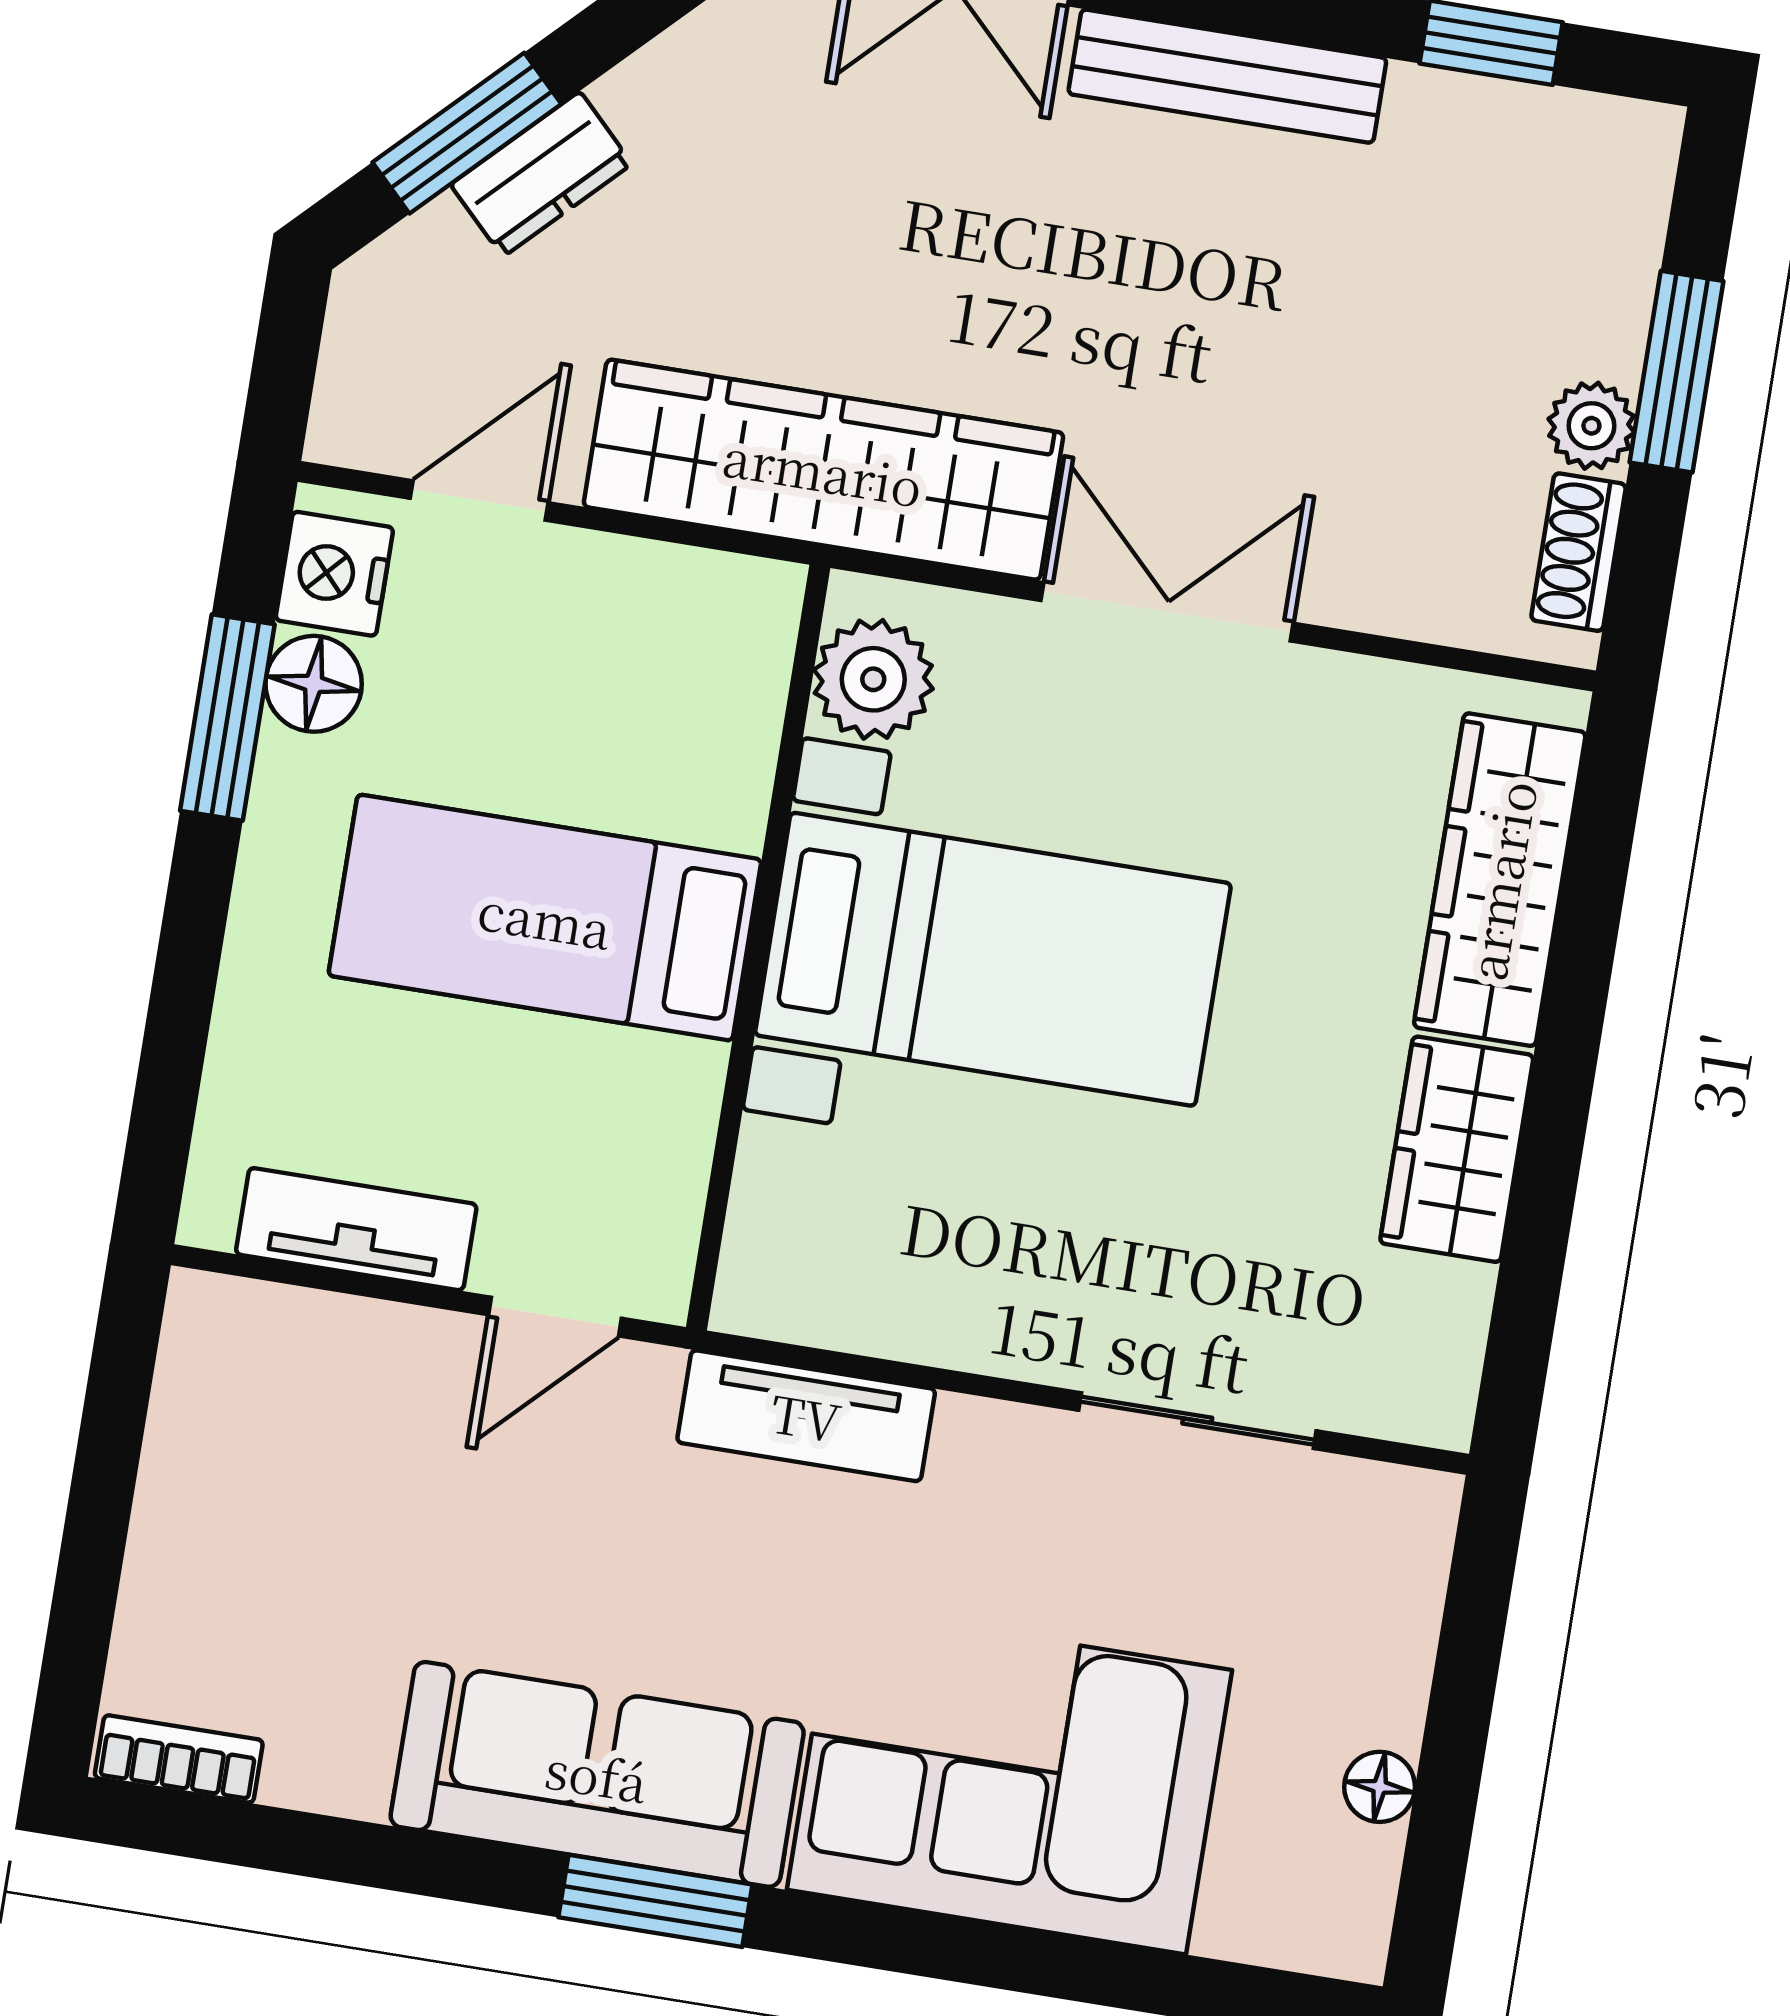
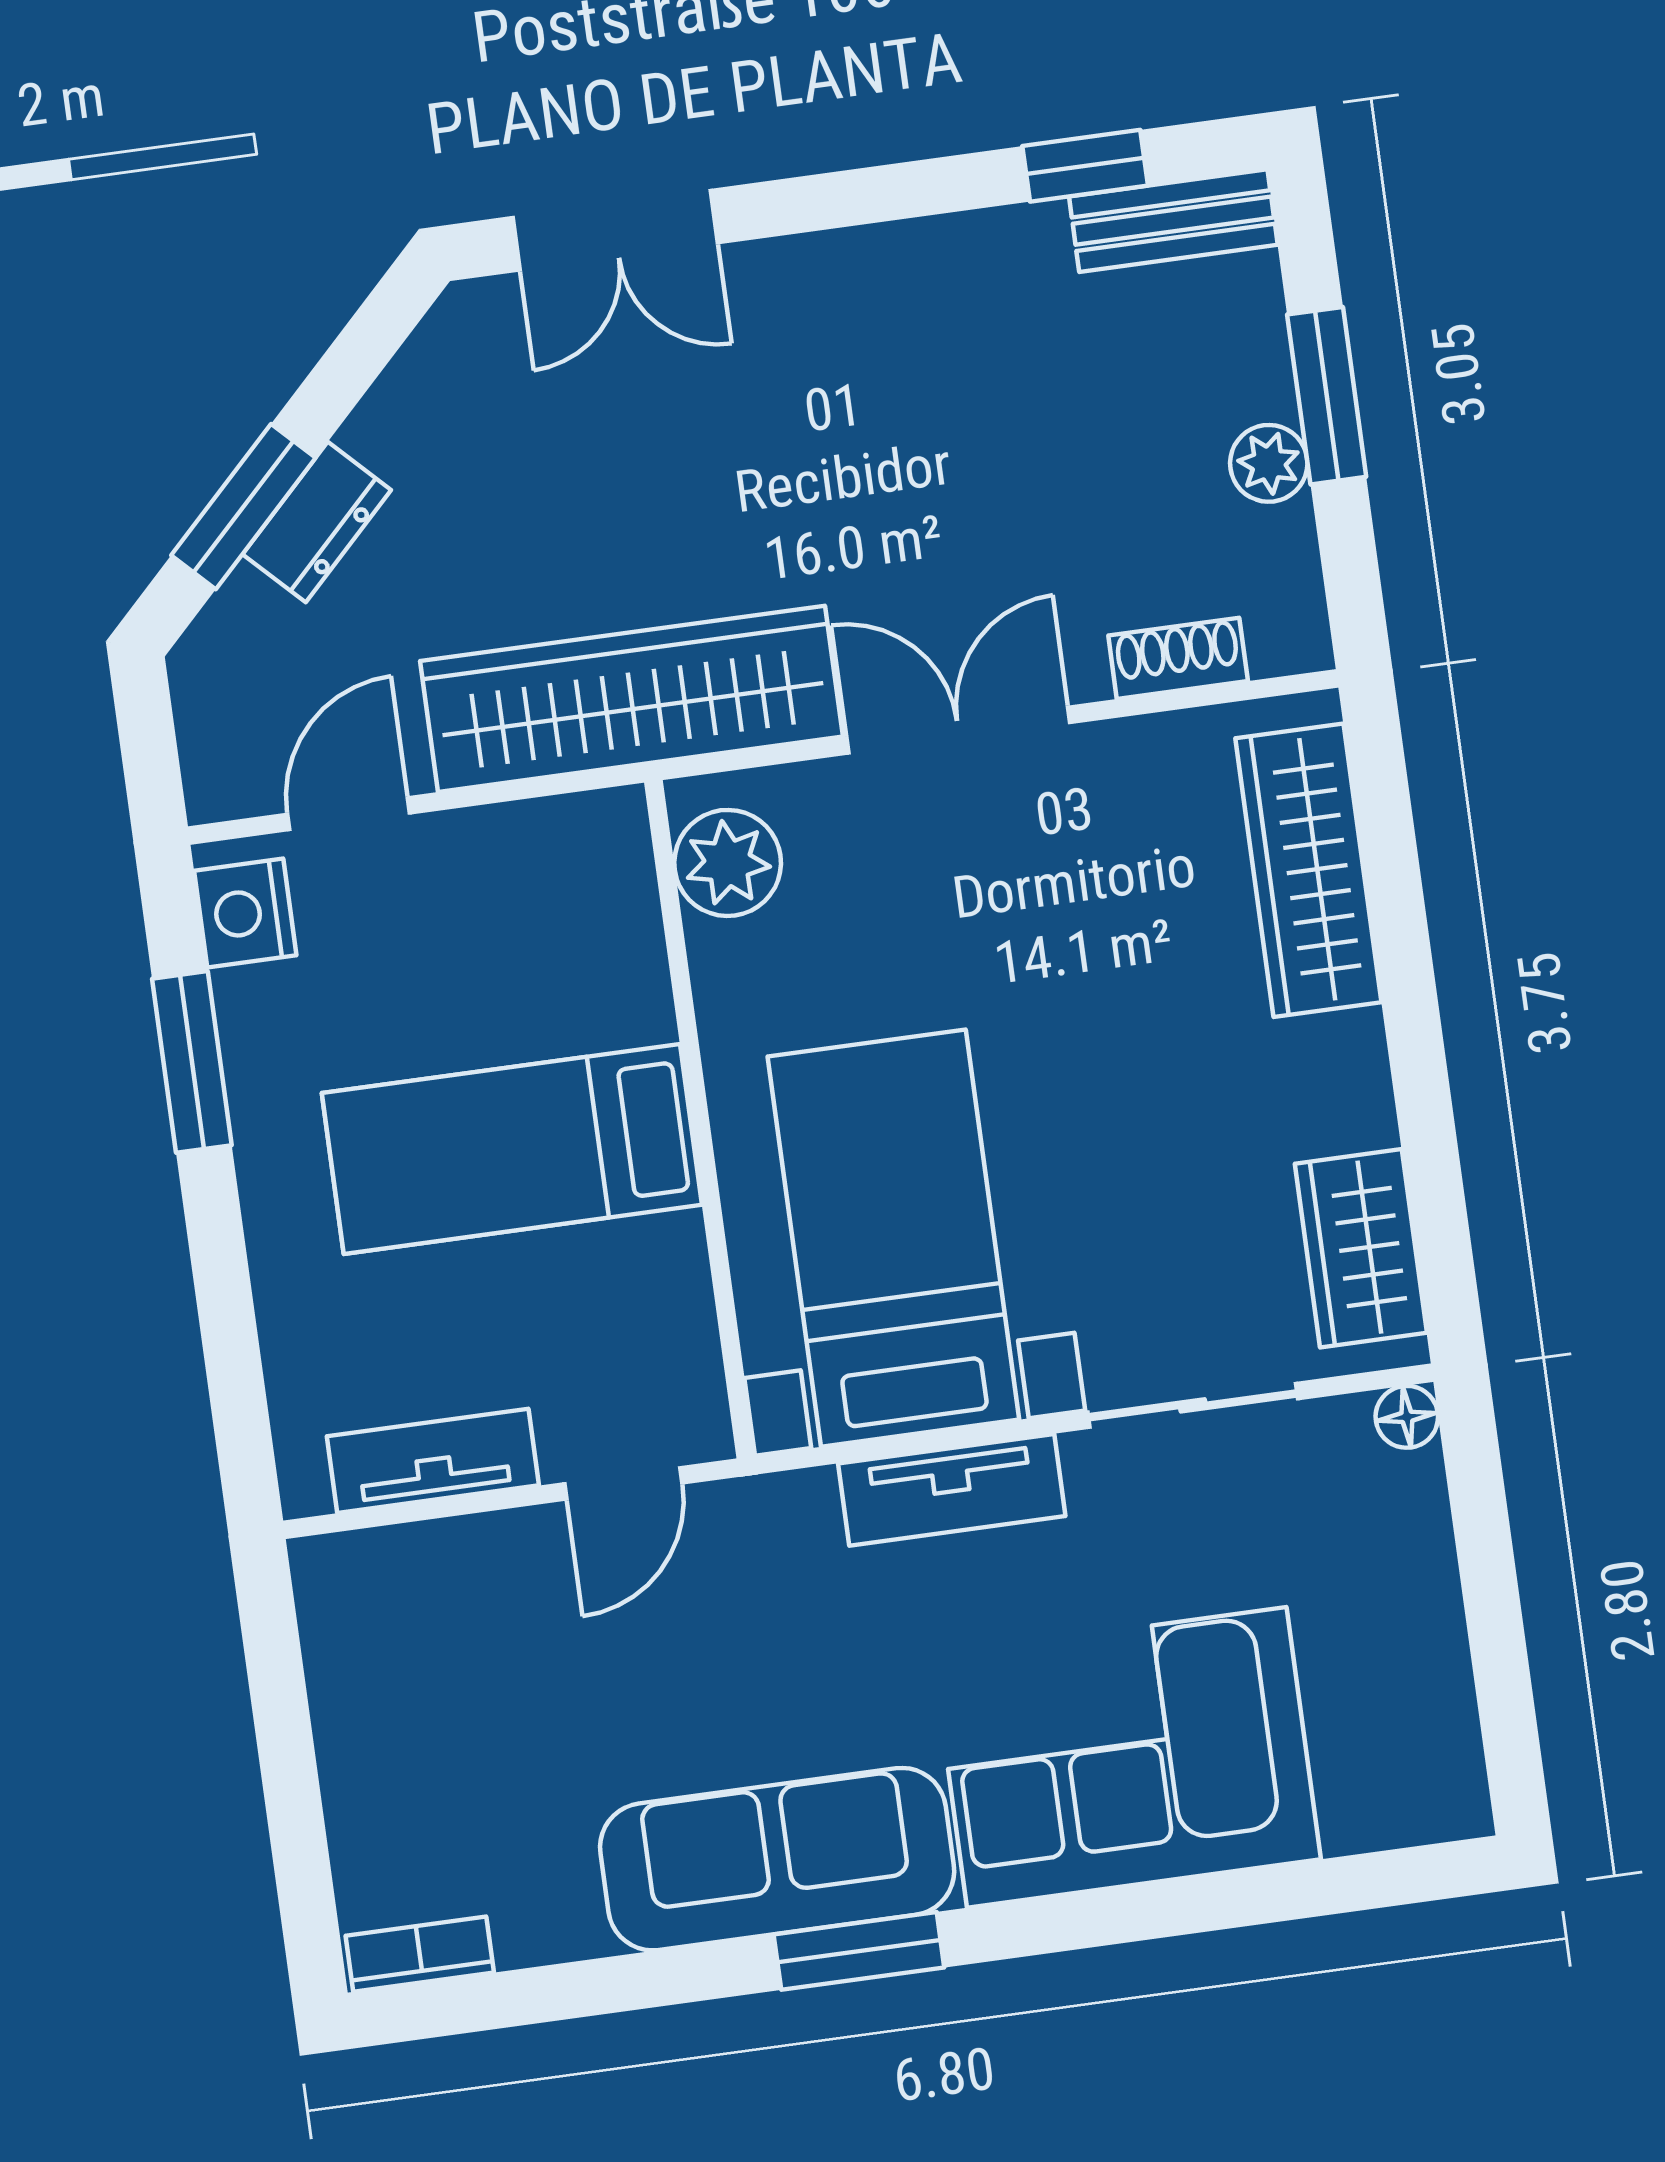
bench: (1227, 76) -> (1173, 221), moved, width x0.73
shoe rack: (1578, 552) -> (1178, 658), moved, turned 90
floor lamp: (314, 684) -> (256, 1011), removed
bed with nightstands: (993, 959) -> (893, 1238), moved, turned -90
wardrobe: (1457, 1149) -> (1361, 1248), moved
tv unit: (806, 1416) -> (952, 1490), moved
floor lamp: (1380, 1787) -> (1407, 1417), moved

